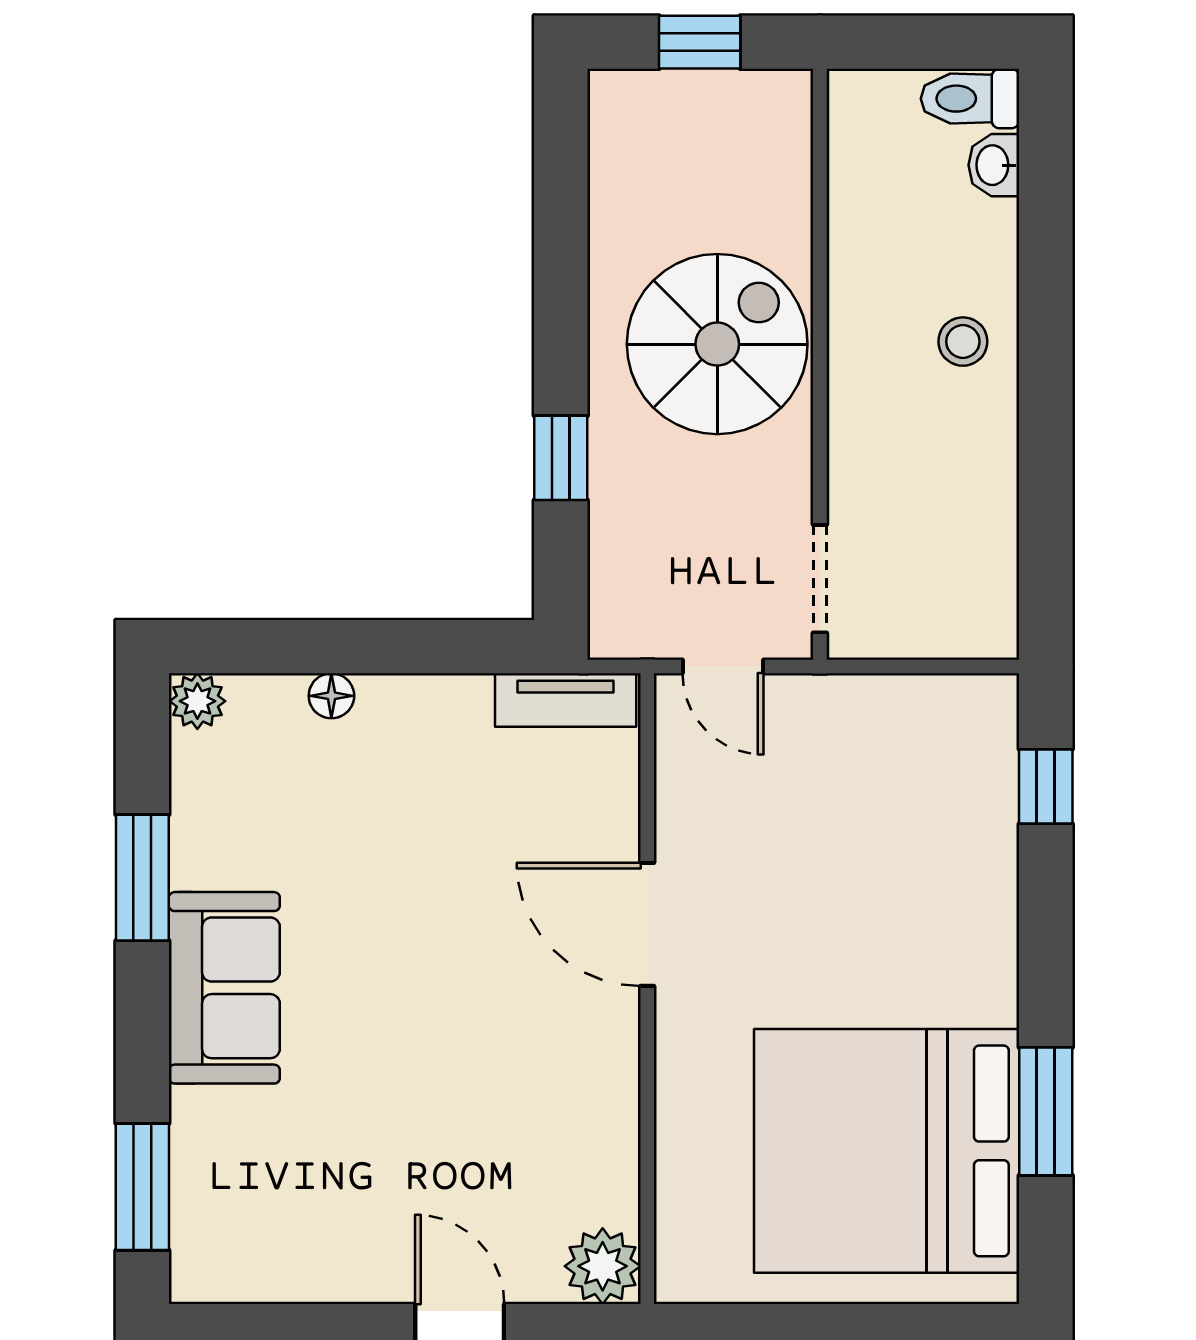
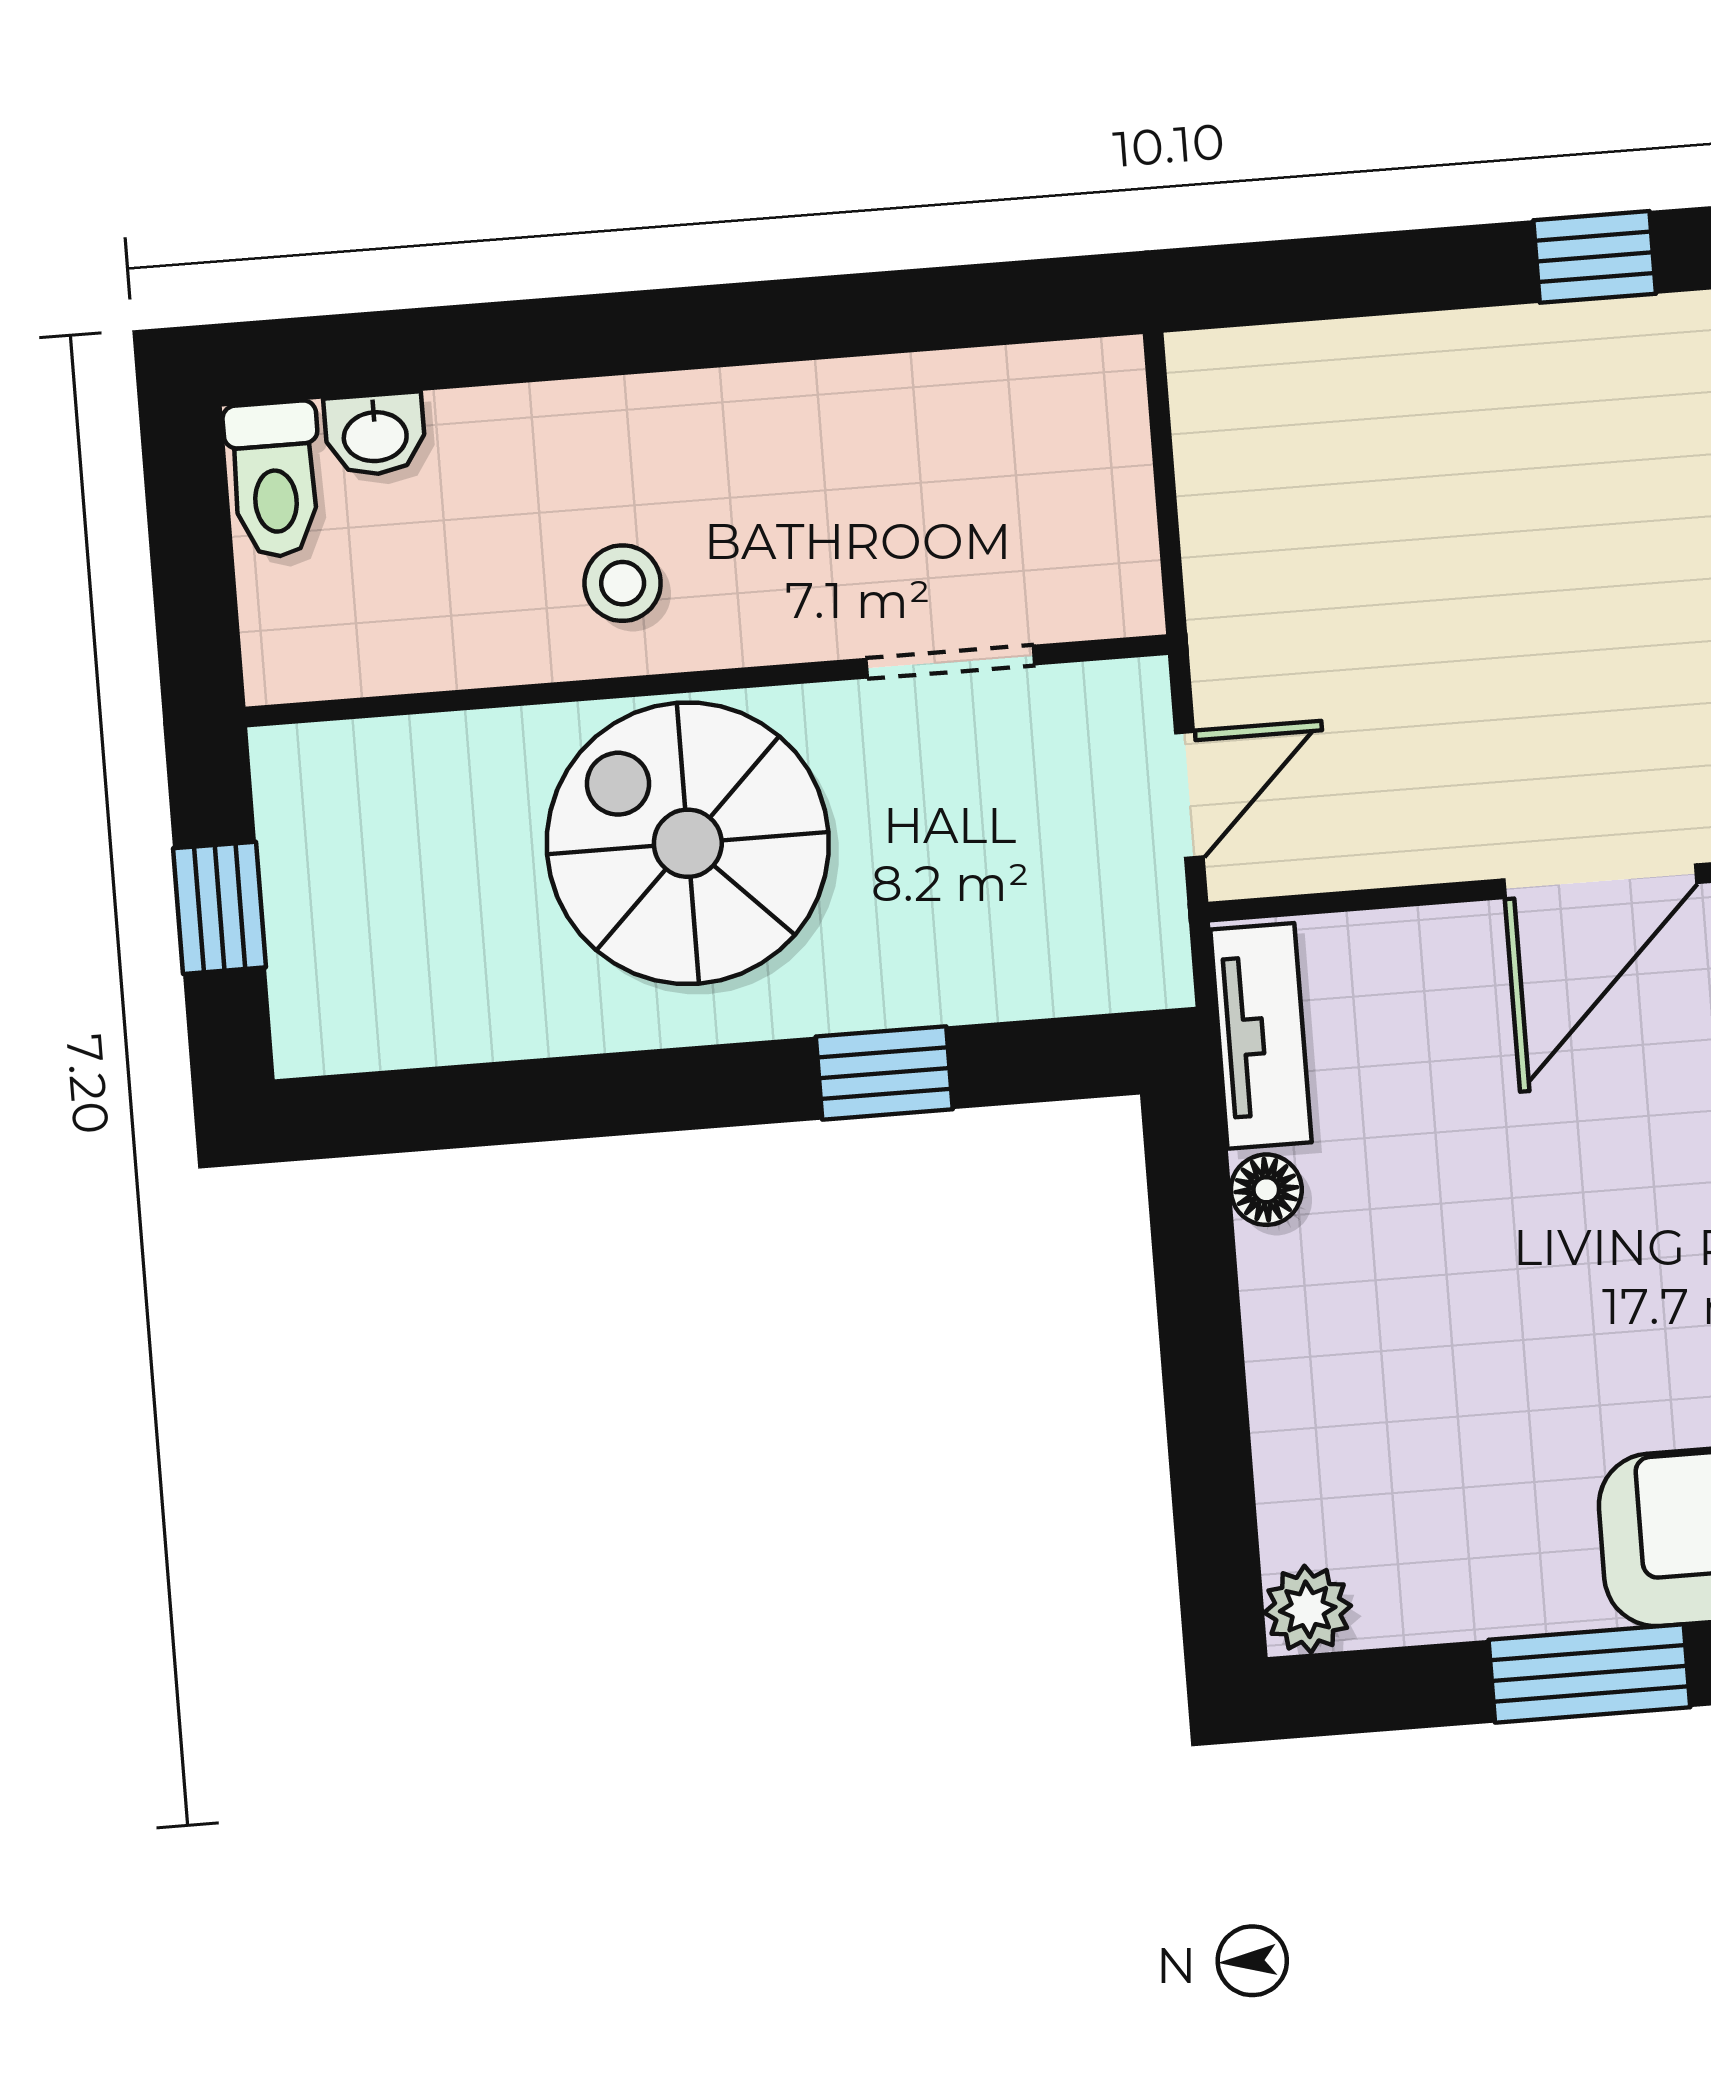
stool: (963, 342) -> (623, 583), moved
doorway: (820, 579) -> (950, 662), moved
floor lamp: (331, 696) -> (1266, 1190), moved
window: (1046, 786) -> (1595, 257), moved

